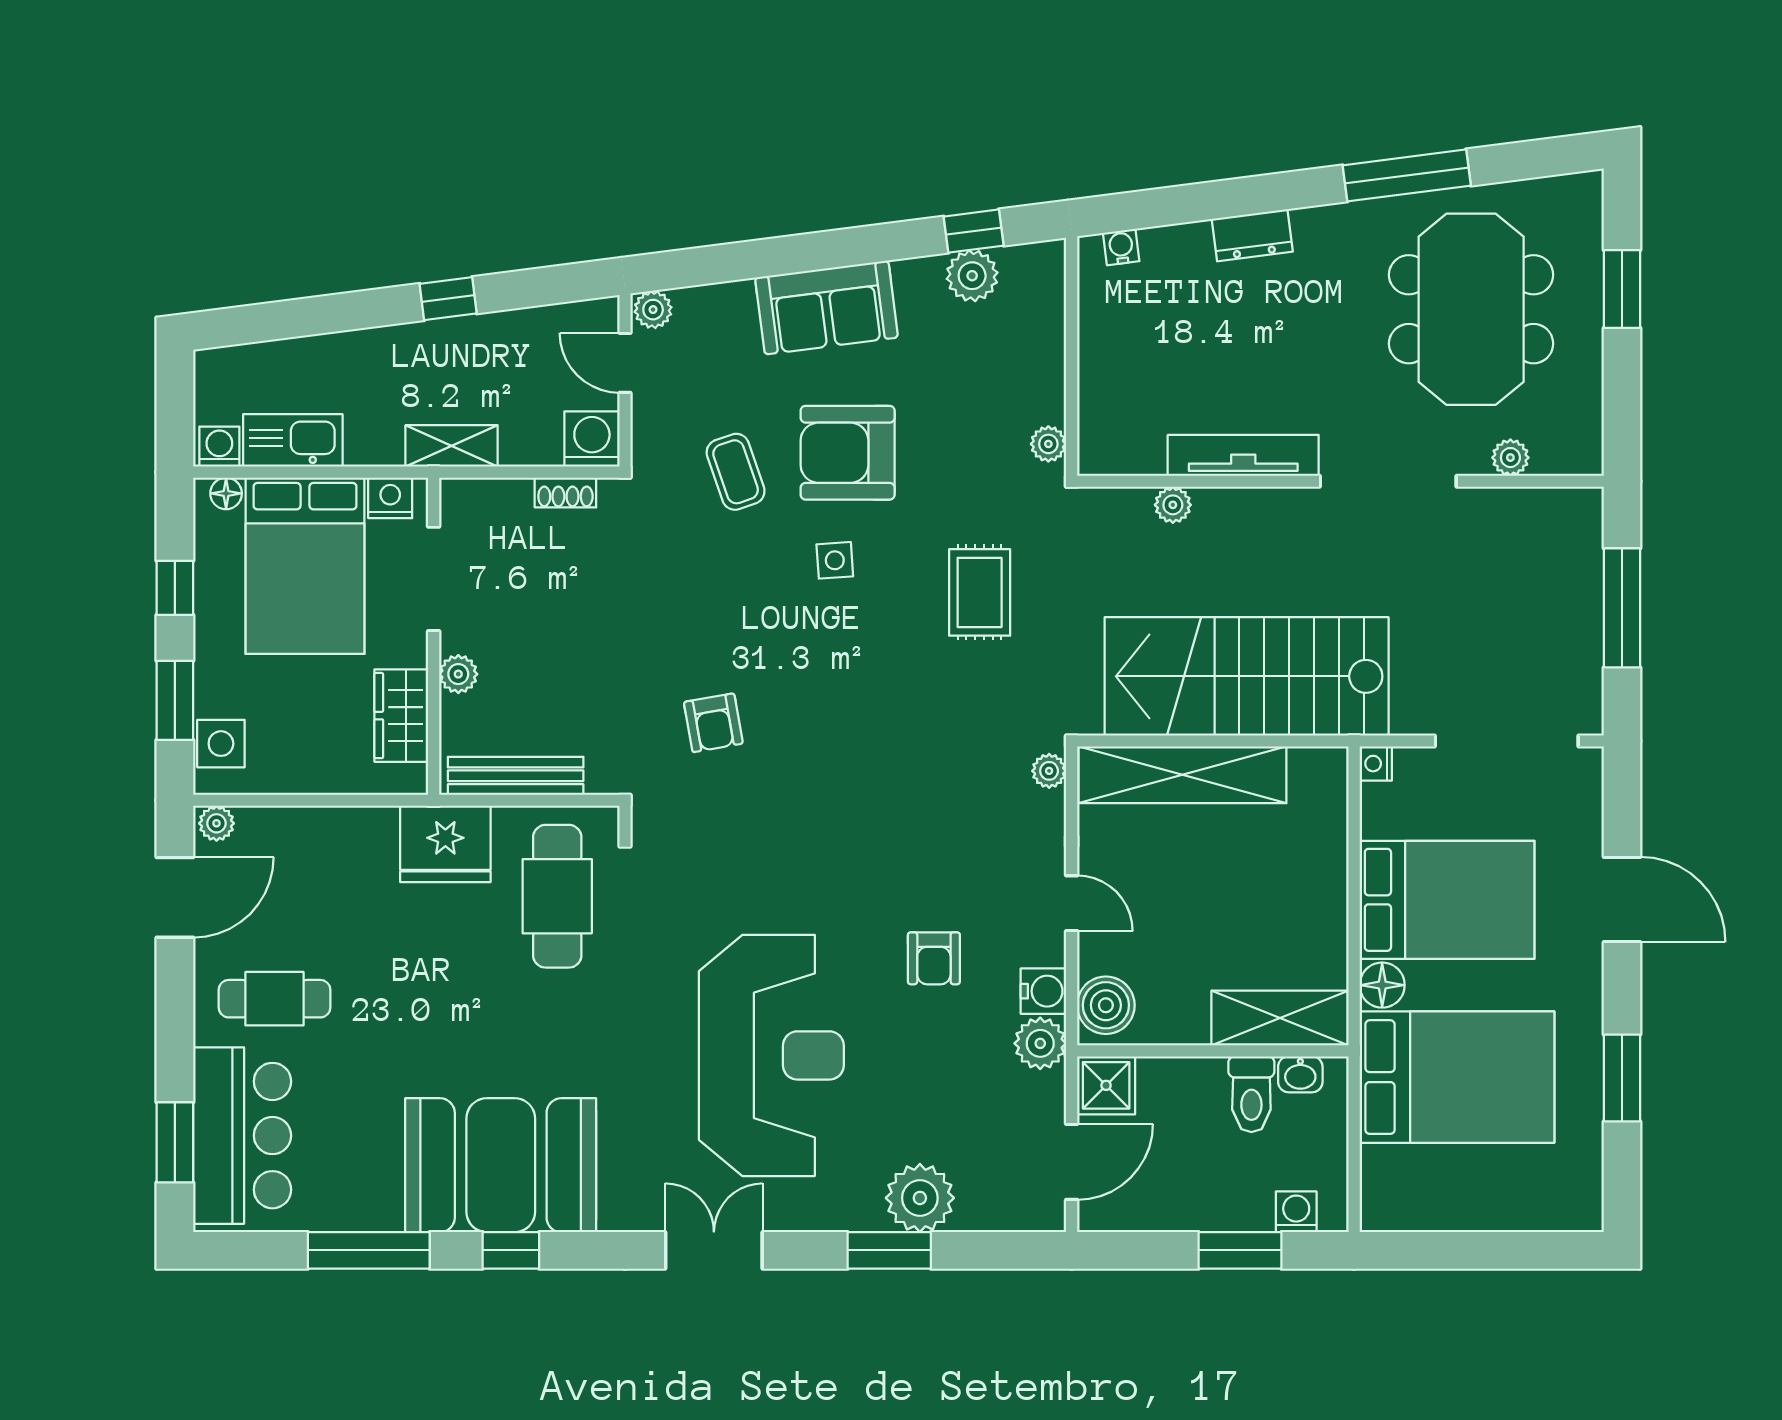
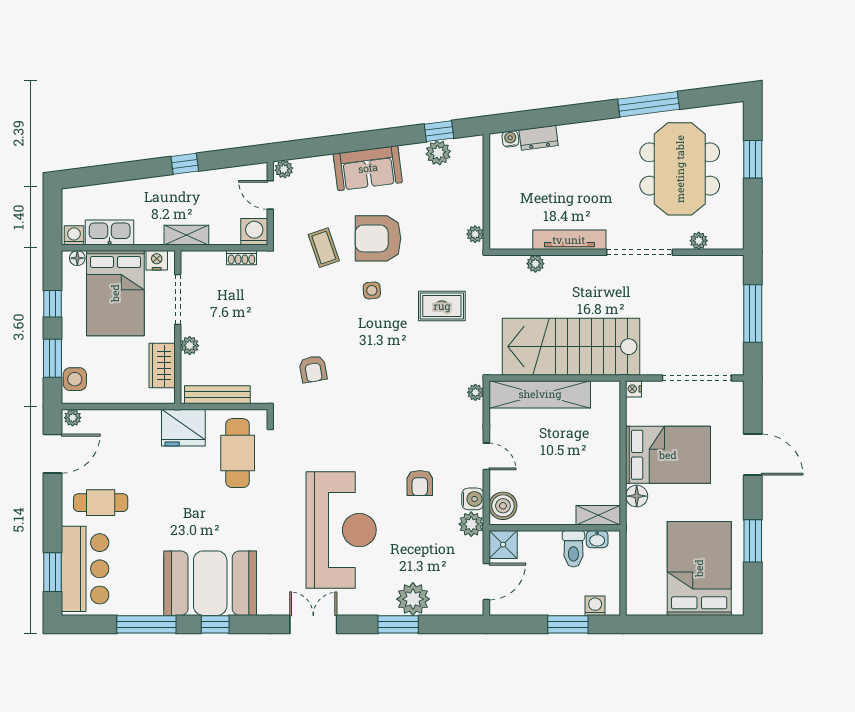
dresser: (1252, 235) -> (539, 138), moved
rug: (980, 592) -> (442, 306), turned 90
shelving: (1280, 1018) -> (598, 515), width x0.67, depth x0.75
bed: (1457, 1077) -> (699, 568), moved, turned -90

